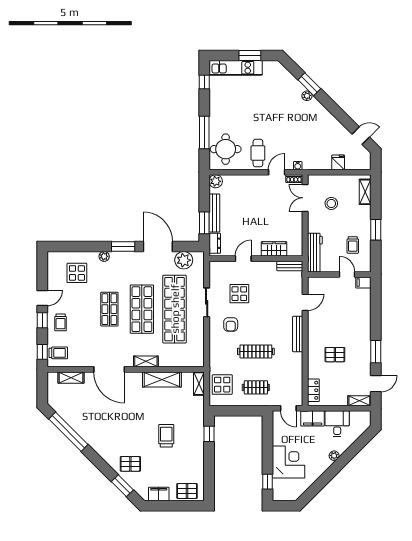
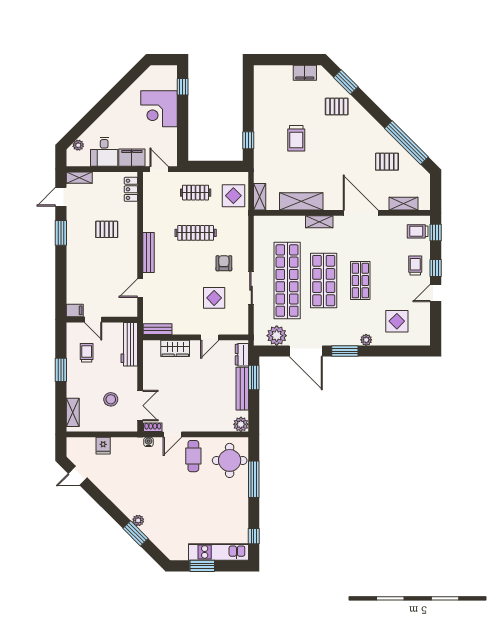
plant: (334, 456) -> (78, 145), moved
pallet: (187, 491) -> (387, 162), moved

